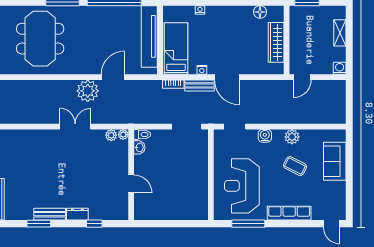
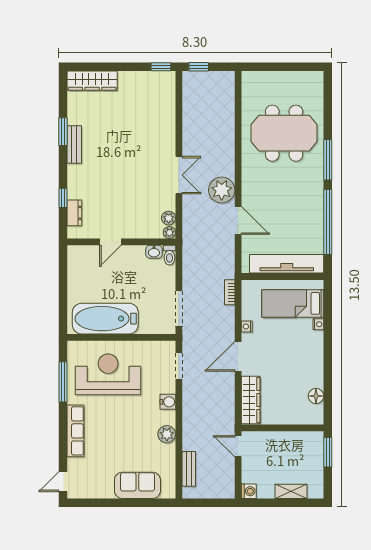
wardrobe: (276, 42) -> (251, 400), moved, turned 90
bed: (176, 49) -> (293, 303), moved, turned 180
bench: (200, 85) -> (189, 469), moved
coffee table: (295, 166) -> (132, 438), removed
bathtub: (195, 188) -> (105, 319), added
dresser: (77, 214) -> (74, 213), moved

